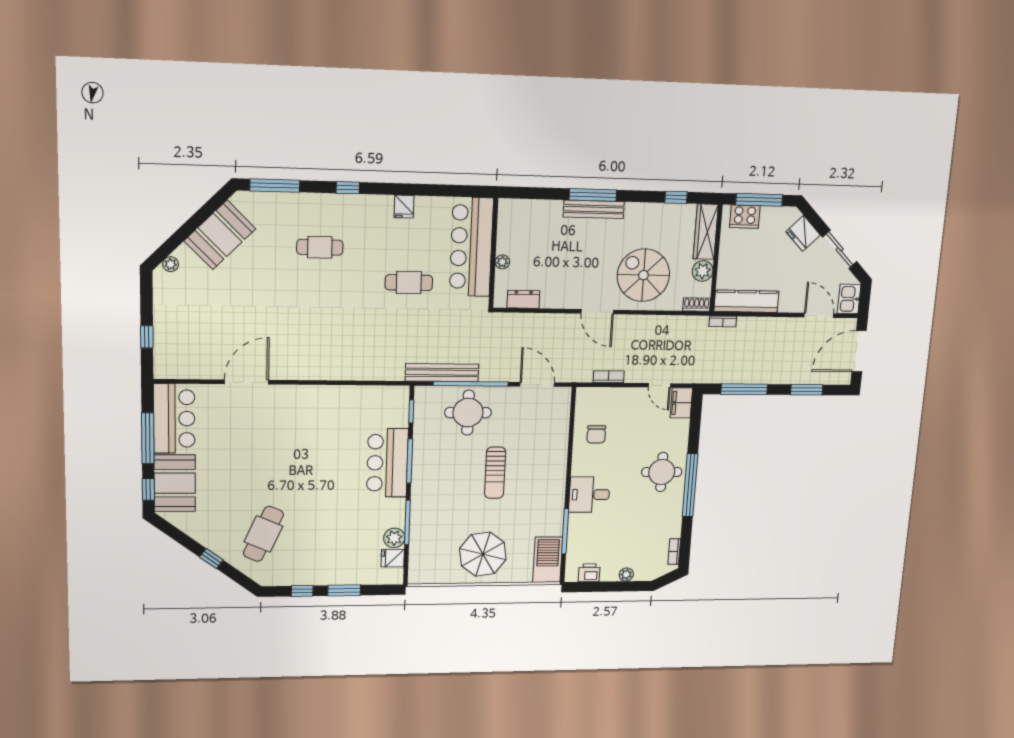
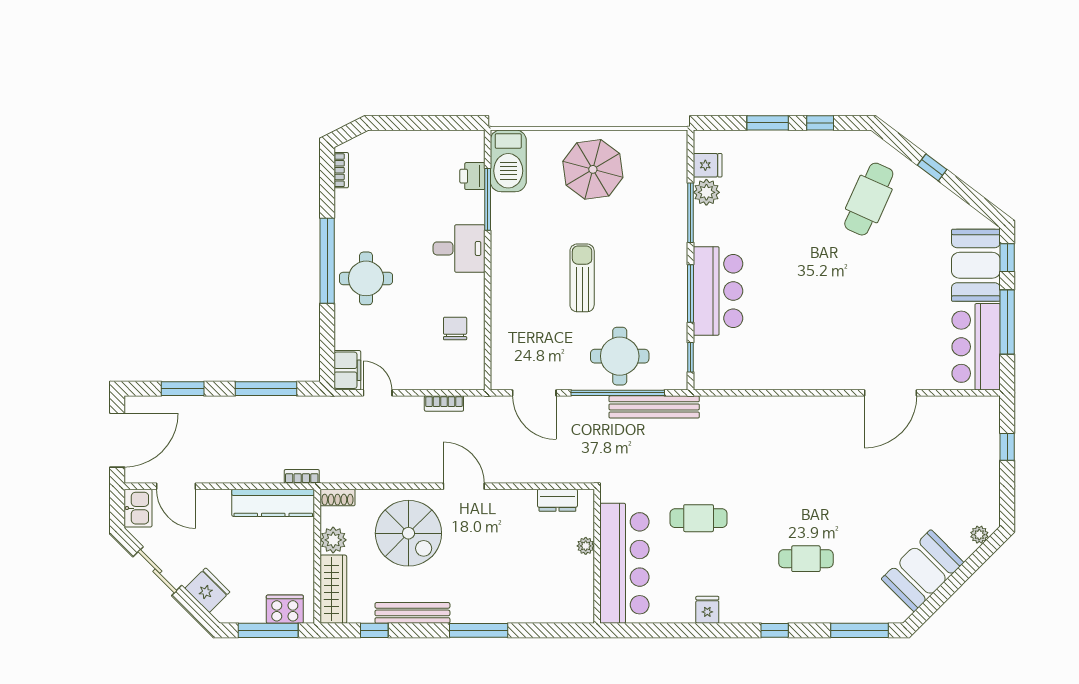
bench: (594, 209) -> (412, 613), moved
printer: (589, 573) -> (472, 176), moved, turned 90
plant: (626, 575) -> (403, 139), removed

